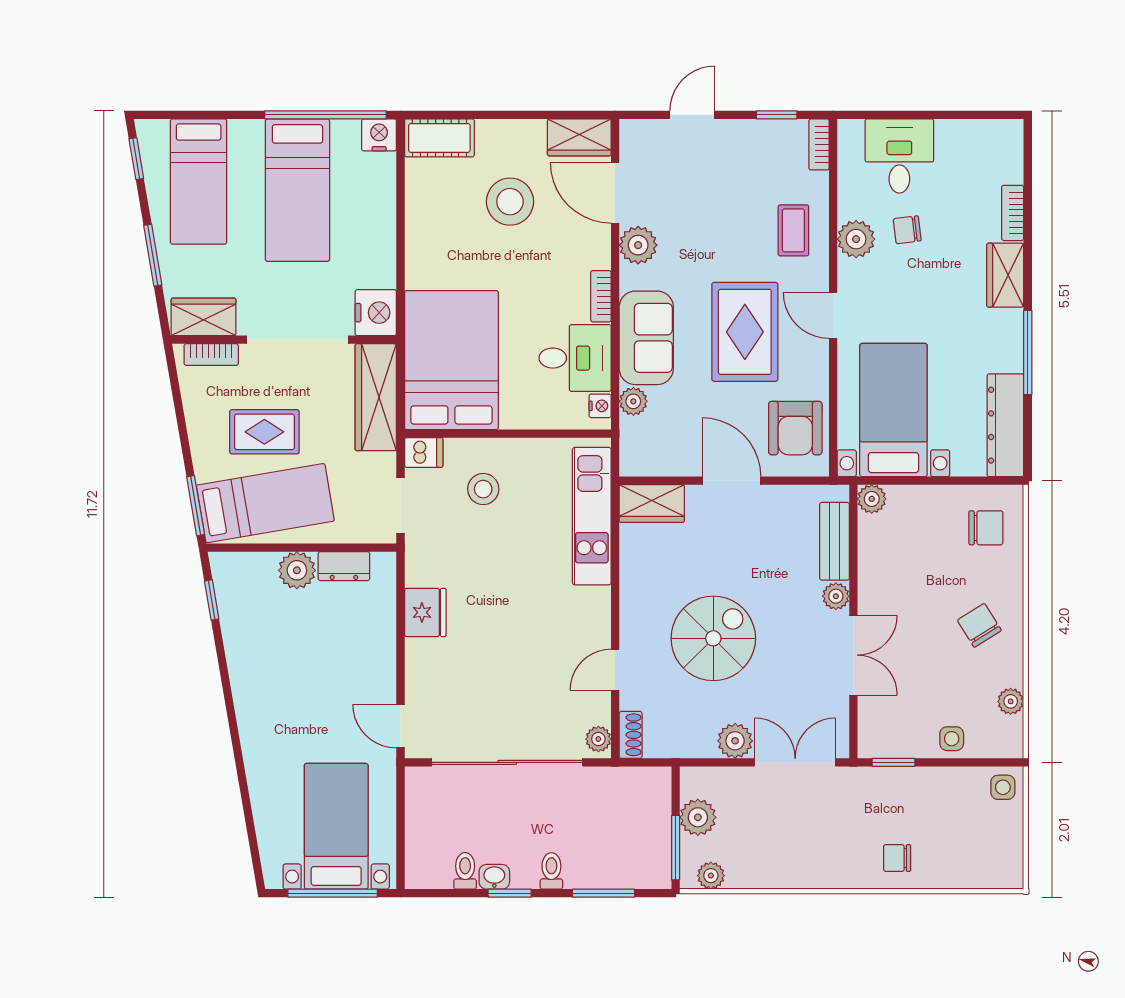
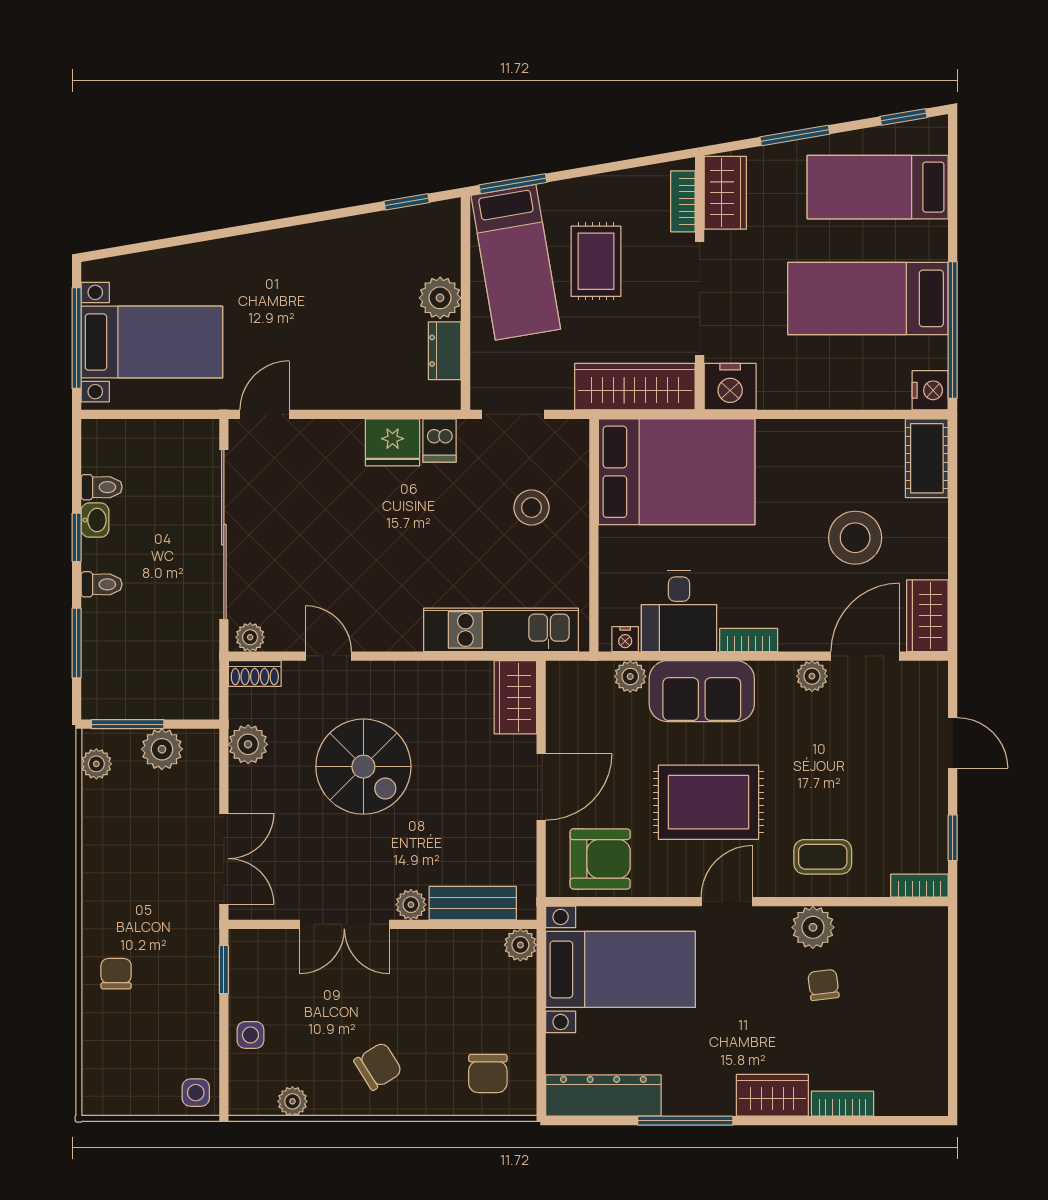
desk: (899, 156) -> (906, 976), removed
plant: (638, 245) -> (812, 676), width x0.73, depth x0.73
armchair: (795, 428) -> (600, 859), turned 180
dishwasher: (424, 452) -> (439, 441), moved
plant: (735, 741) -> (248, 744), moved

